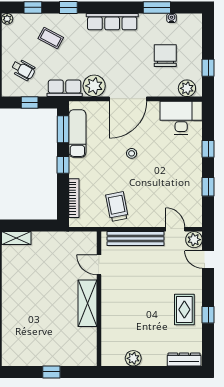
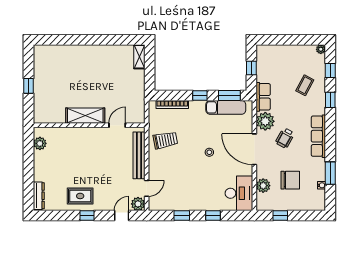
wheelchair: (23, 70) -> (285, 138), moved
plant: (187, 88) -> (263, 186), moved
window: (208, 315) -> (87, 216), moved
plant: (133, 358) -> (40, 143), moved

